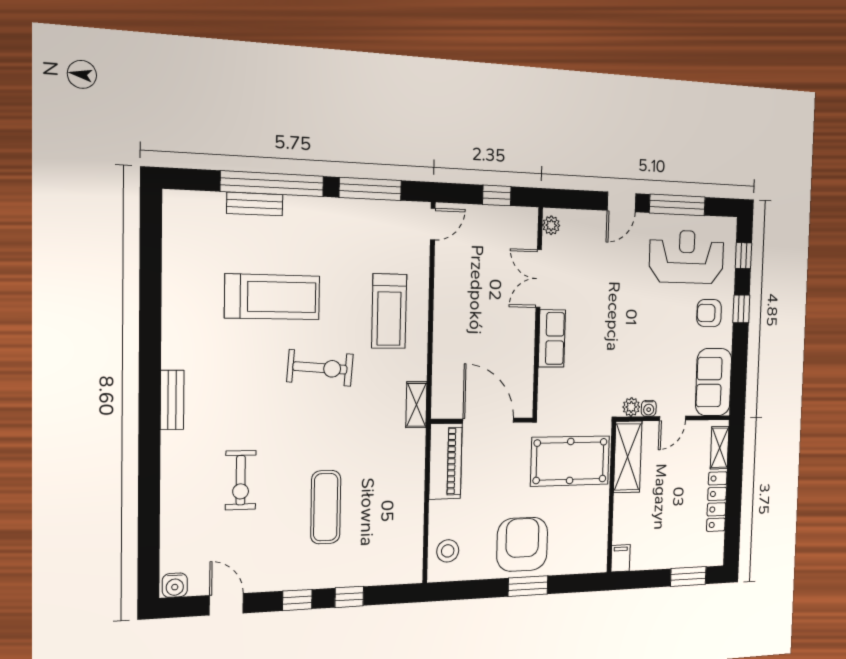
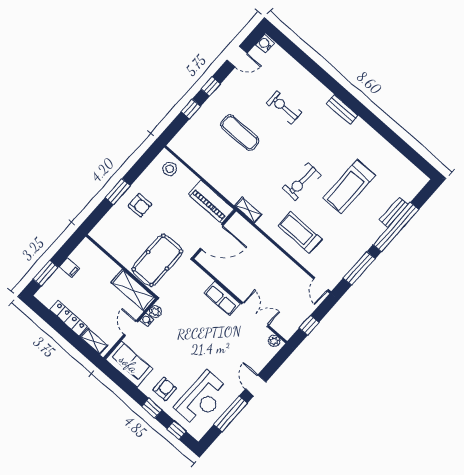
armchair: (522, 544) -> (140, 205), width x0.53, depth x0.53
filing cabinet: (620, 558) -> (69, 267), moved

